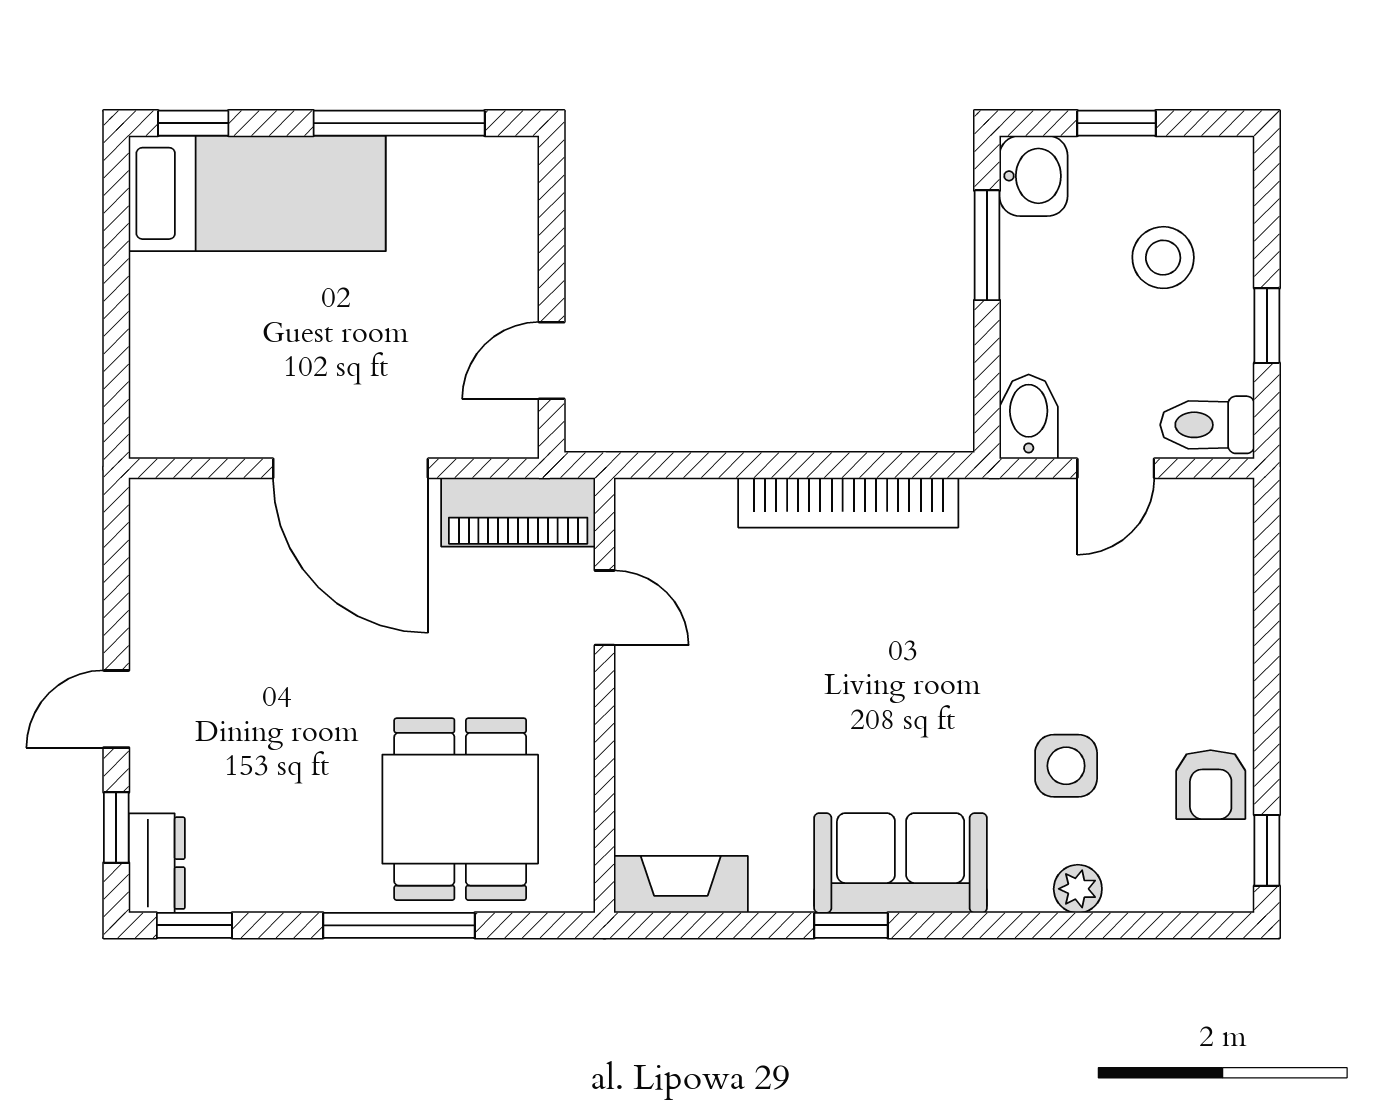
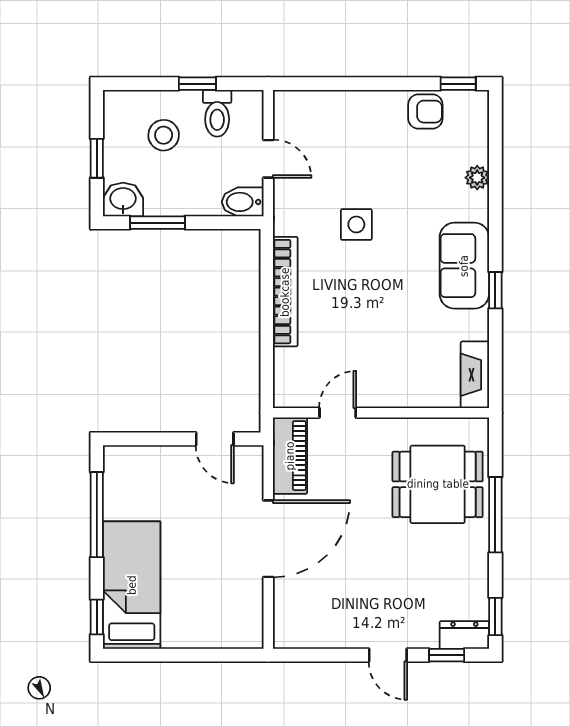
toilet: (1207, 425) -> (217, 113), moved
side table: (1066, 766) -> (356, 224), moved

